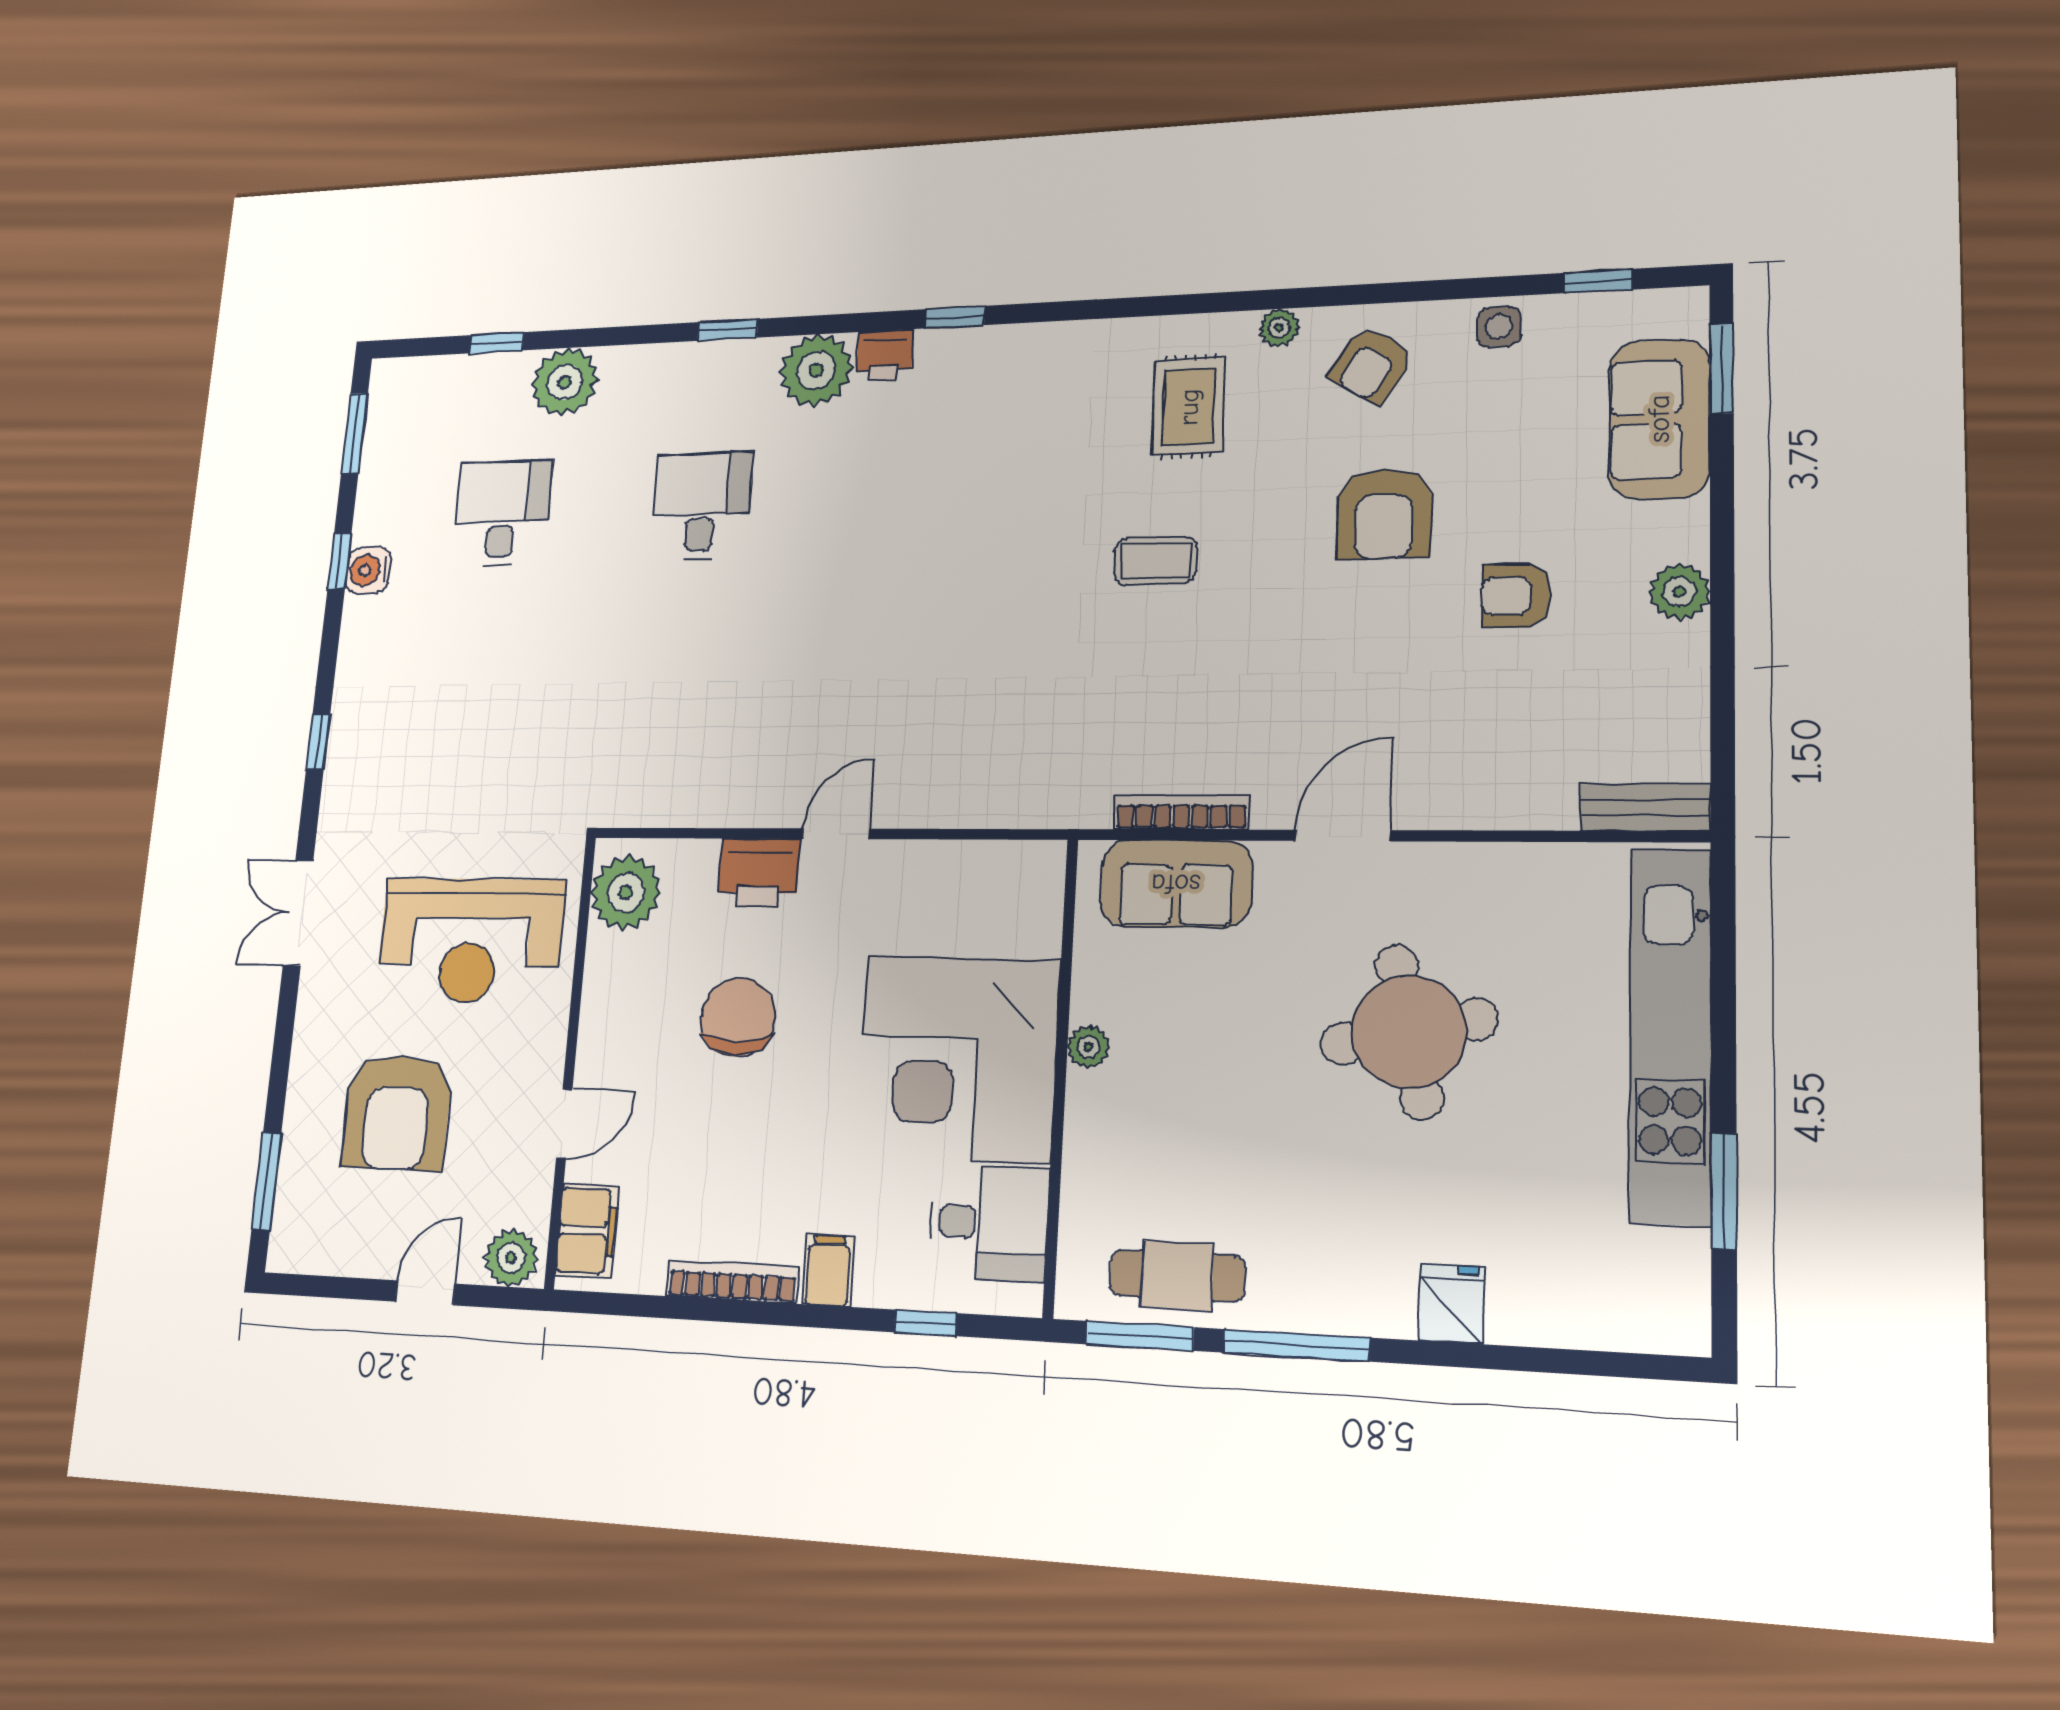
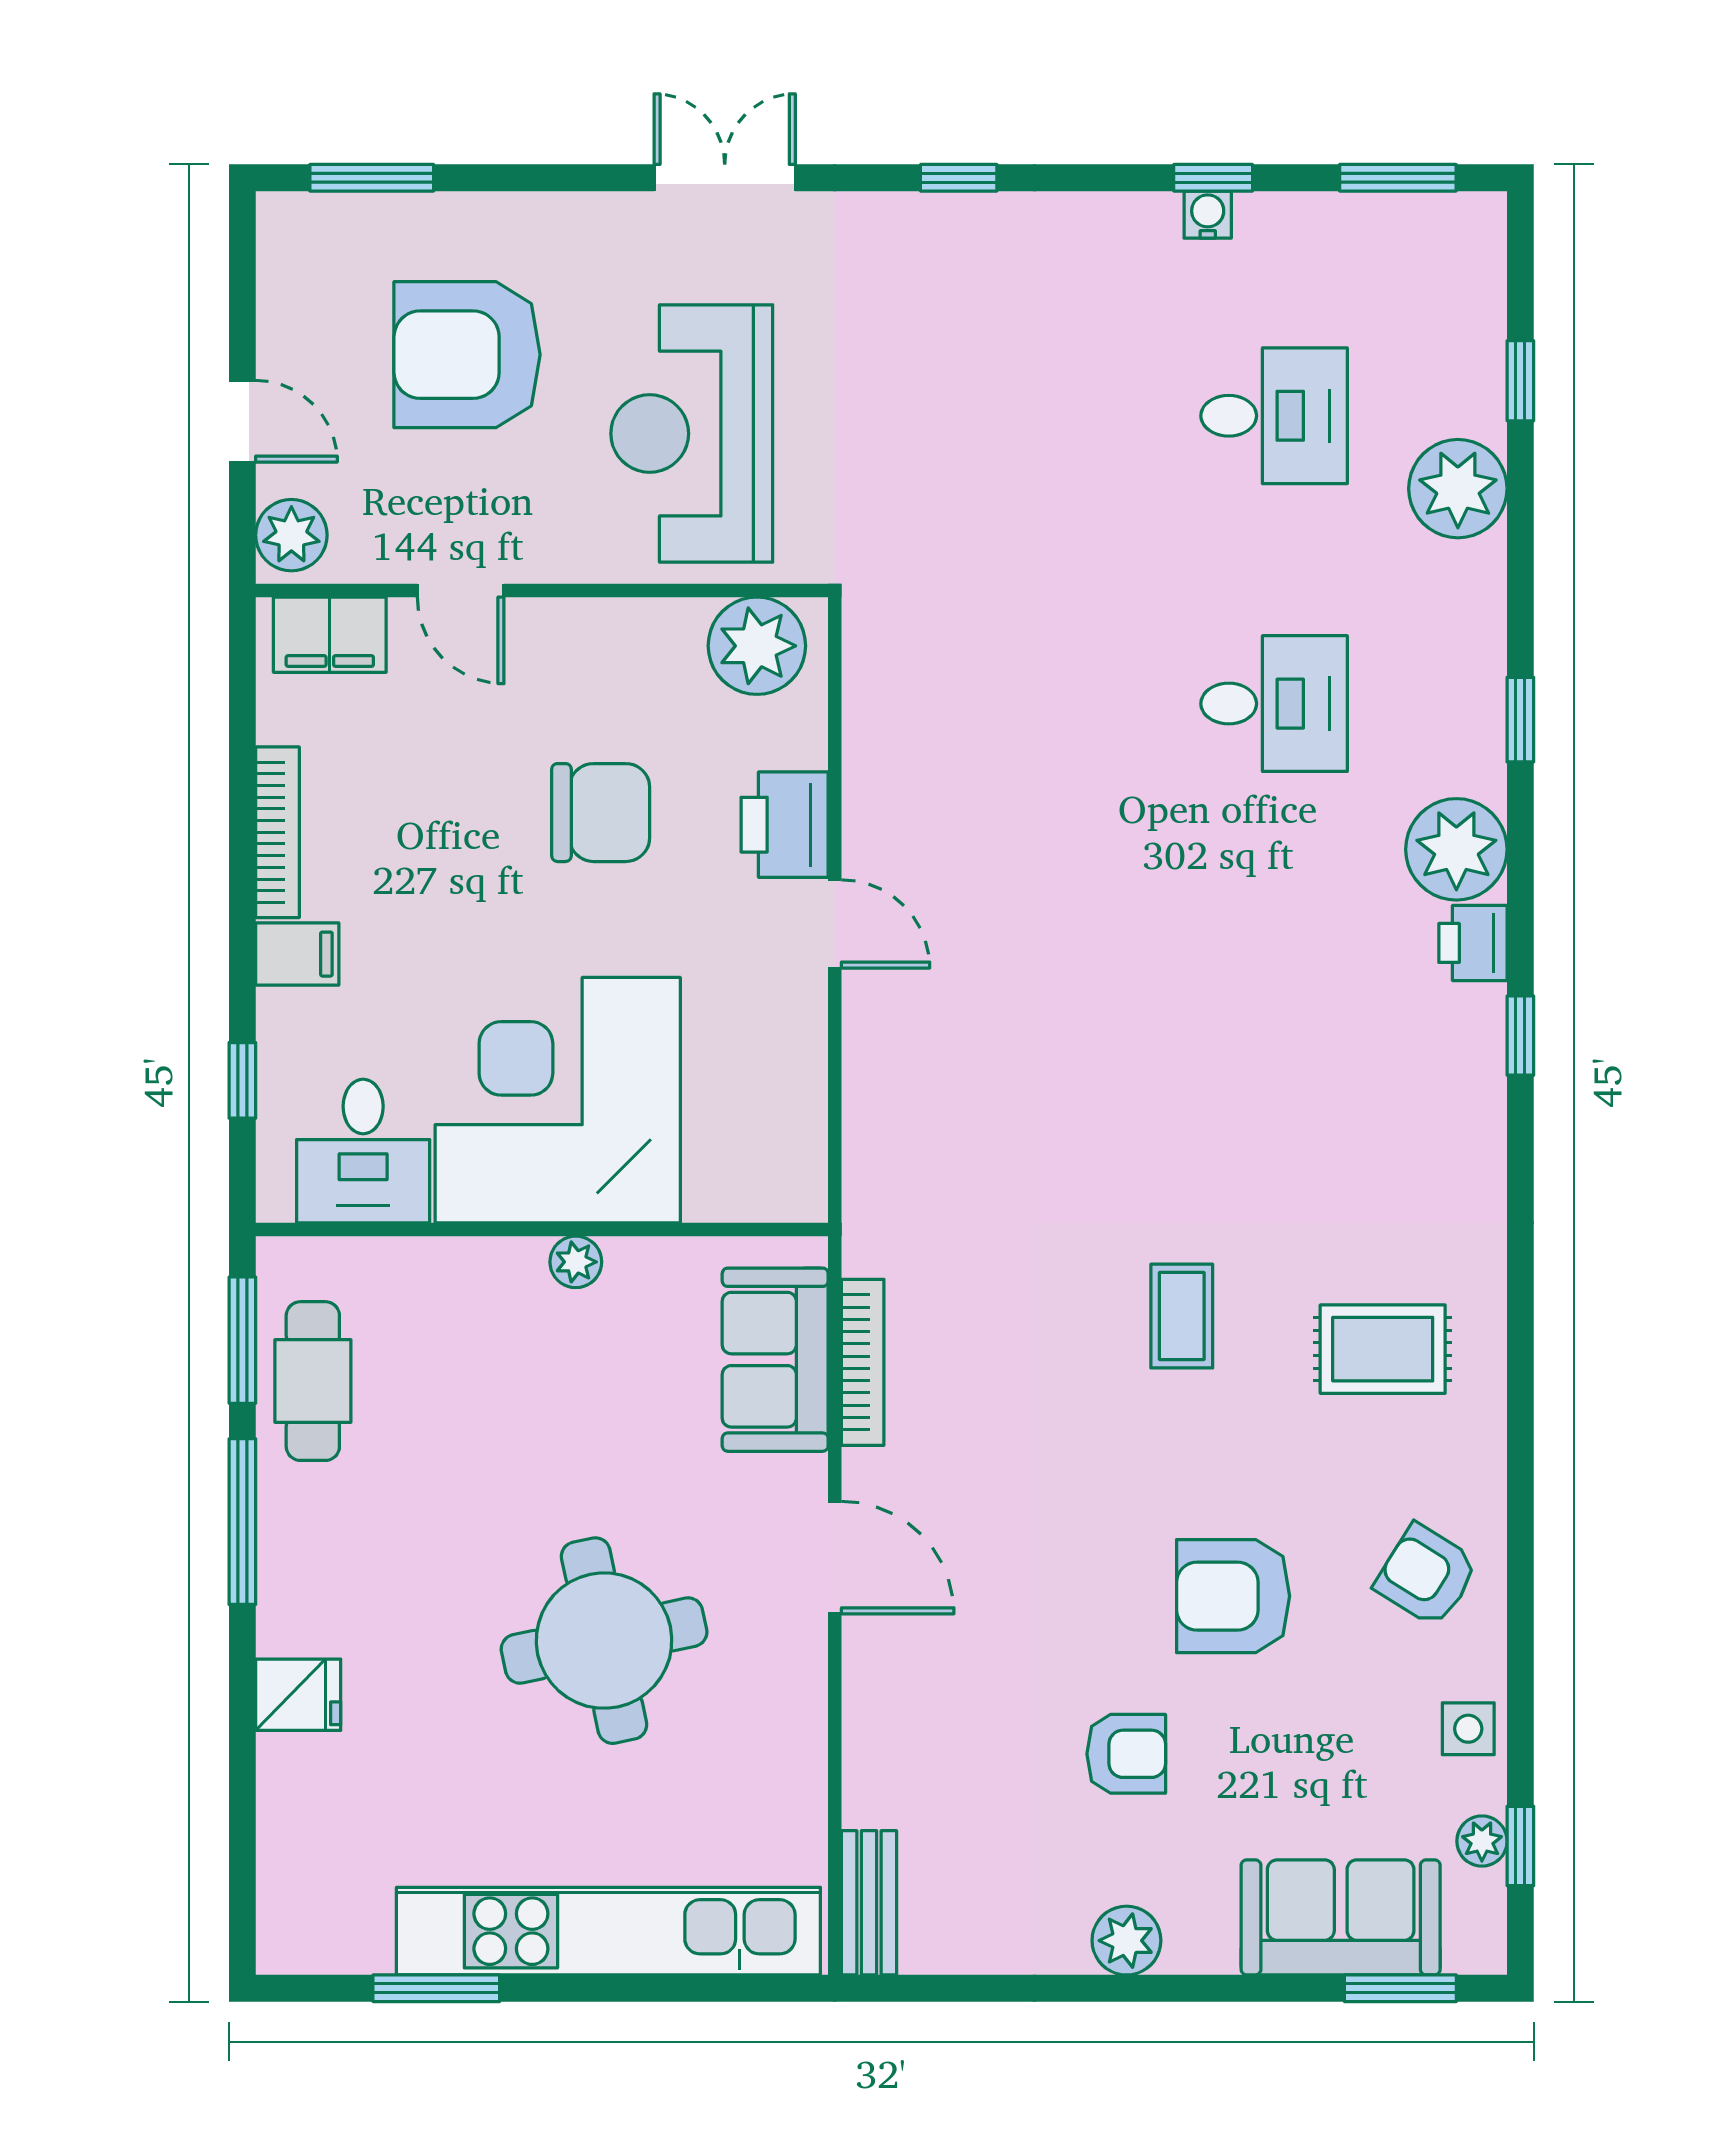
plant: (1279, 328) -> (1482, 1841), moved
water cooler: (368, 570) -> (1208, 215), width x0.72, depth x0.72
armchair: (1516, 596) -> (1126, 1754), turned 90

